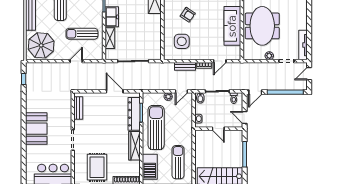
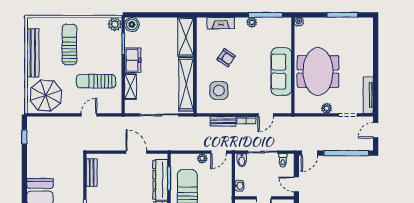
shelving: (155, 36) -> (186, 84), added

